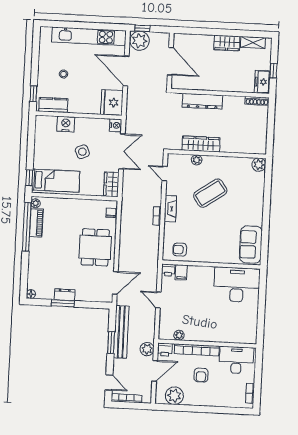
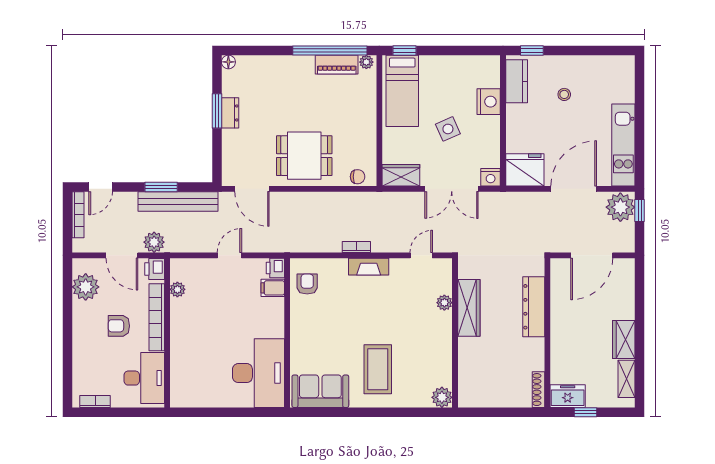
kitchen unit: (89, 36) -> (623, 145), width x0.73
coffee table: (210, 193) -> (378, 369), moved, turned 35

